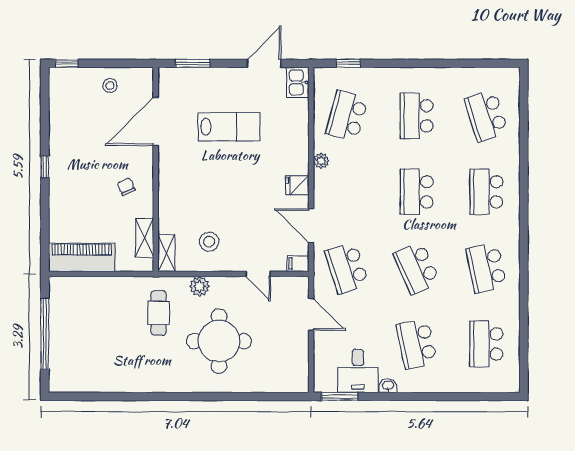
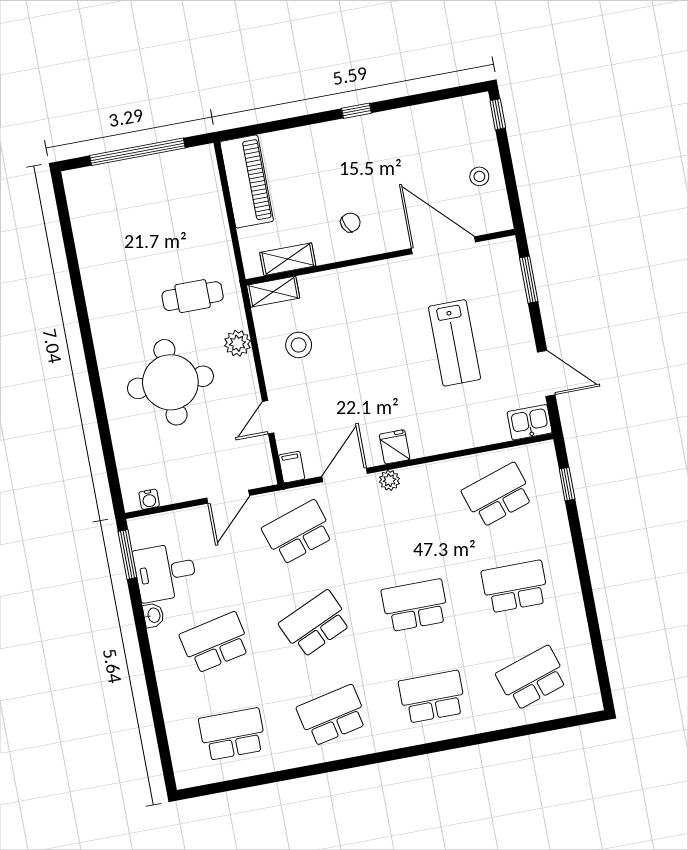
school desk: (347, 116) -> (498, 495), turned -33
plant: (321, 161) -> (389, 480), moved
water cooler: (302, 373) -> (149, 499), added

